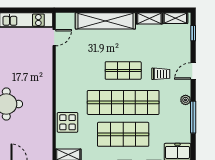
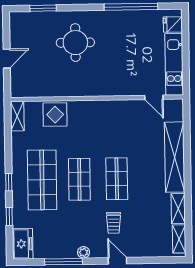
window: (193, 33) -> (162, 260), removed
shop shelf: (123, 102) -> (79, 179), width x0.50, depth x0.74

